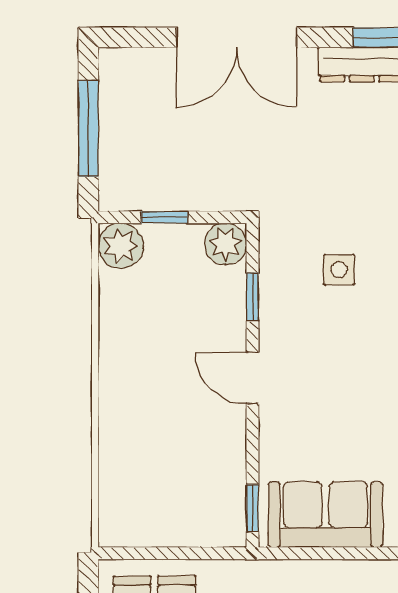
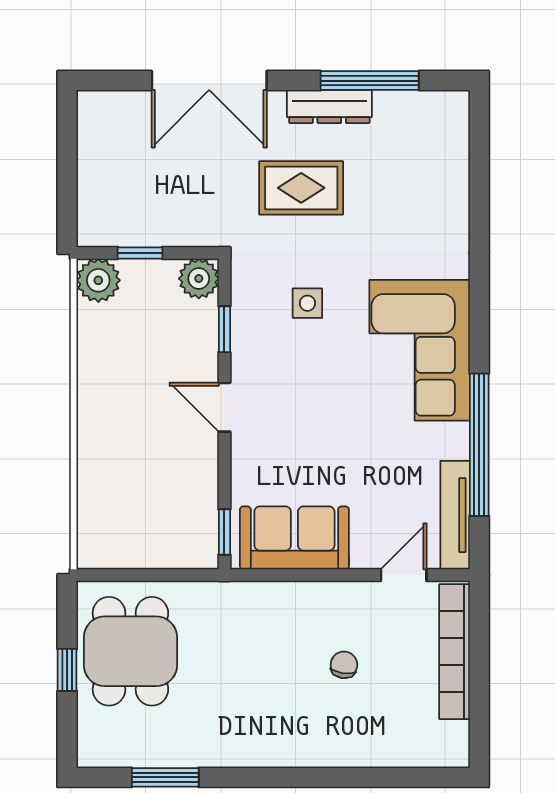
window: (88, 128) -> (67, 168), removed
rug: (333, 149) -> (301, 188), added

